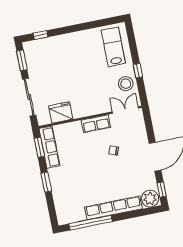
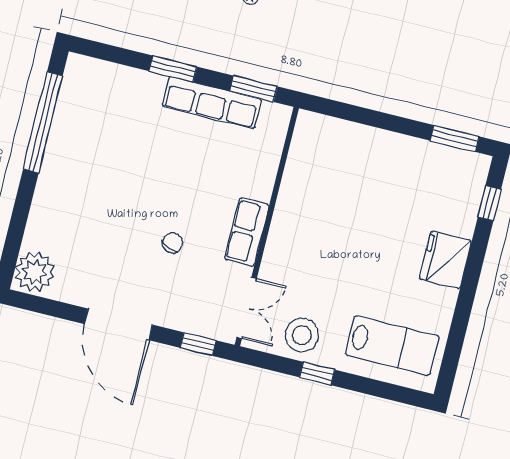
sliding door: (29, 97) -> (369, 117), removed
fridge: (61, 113) -> (445, 260), moved, turned 180
row of seats: (49, 147) -> (212, 103), moved
window: (162, 190) -> (198, 344), moved
row of seats: (113, 208) -> (52, 185), removed

